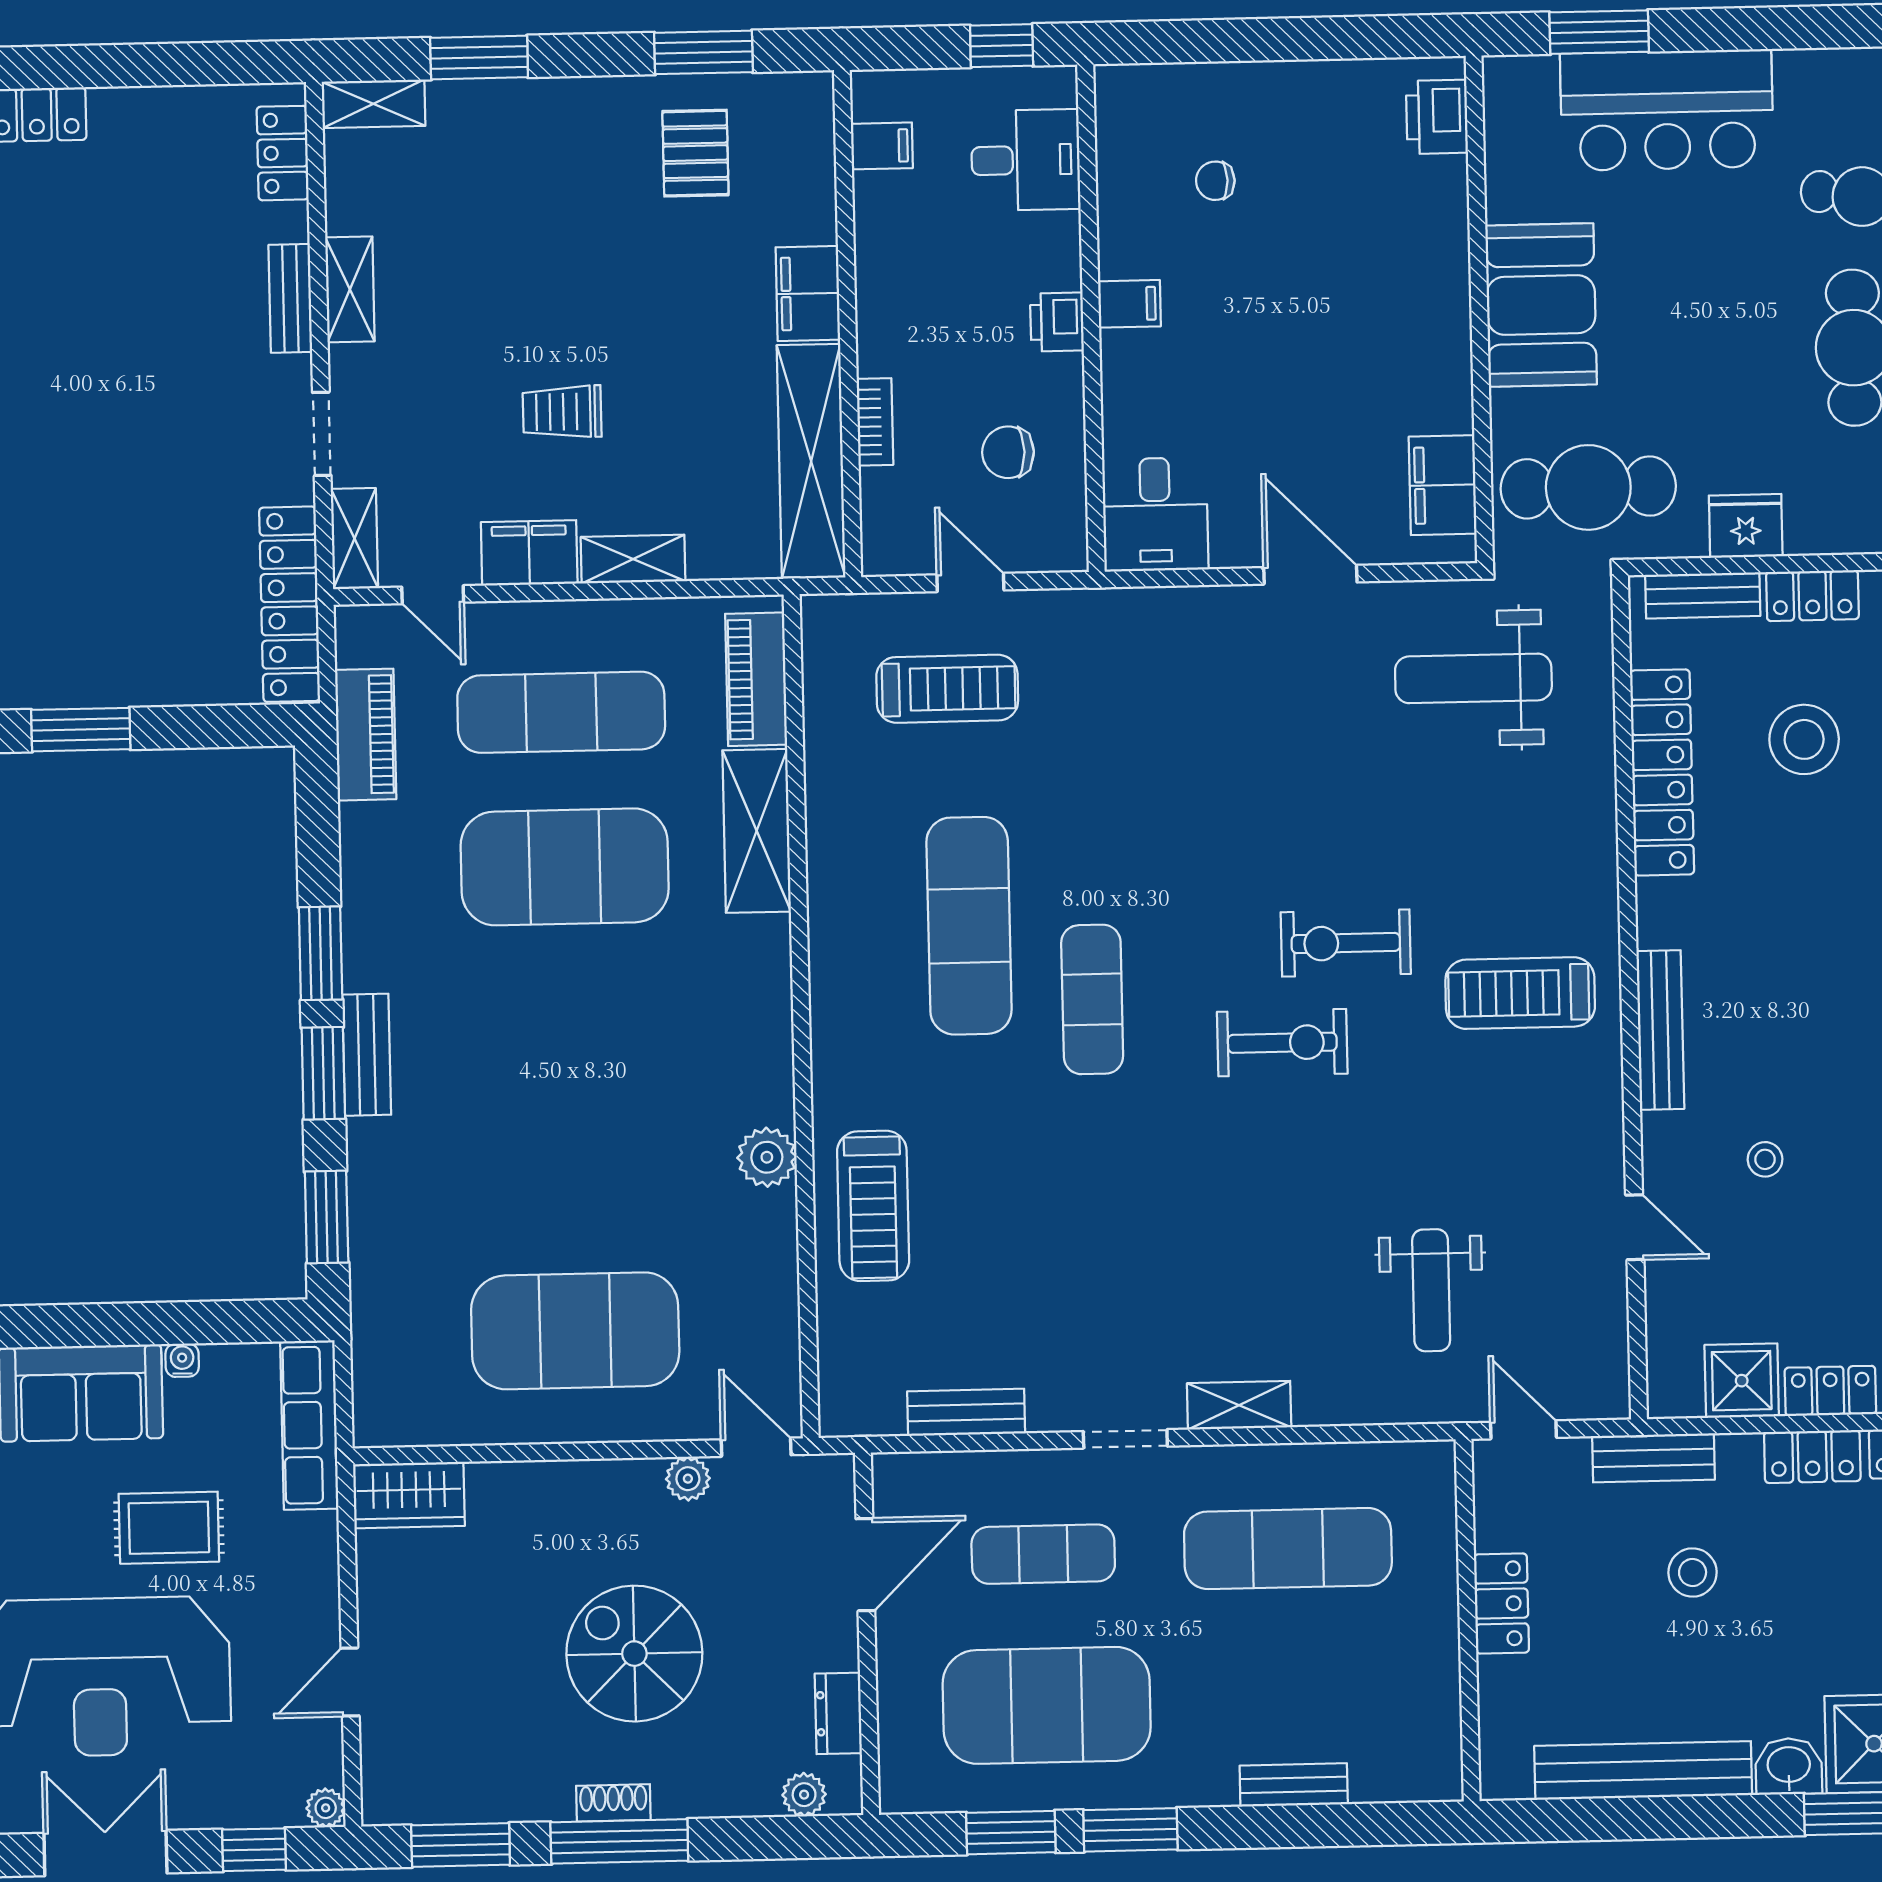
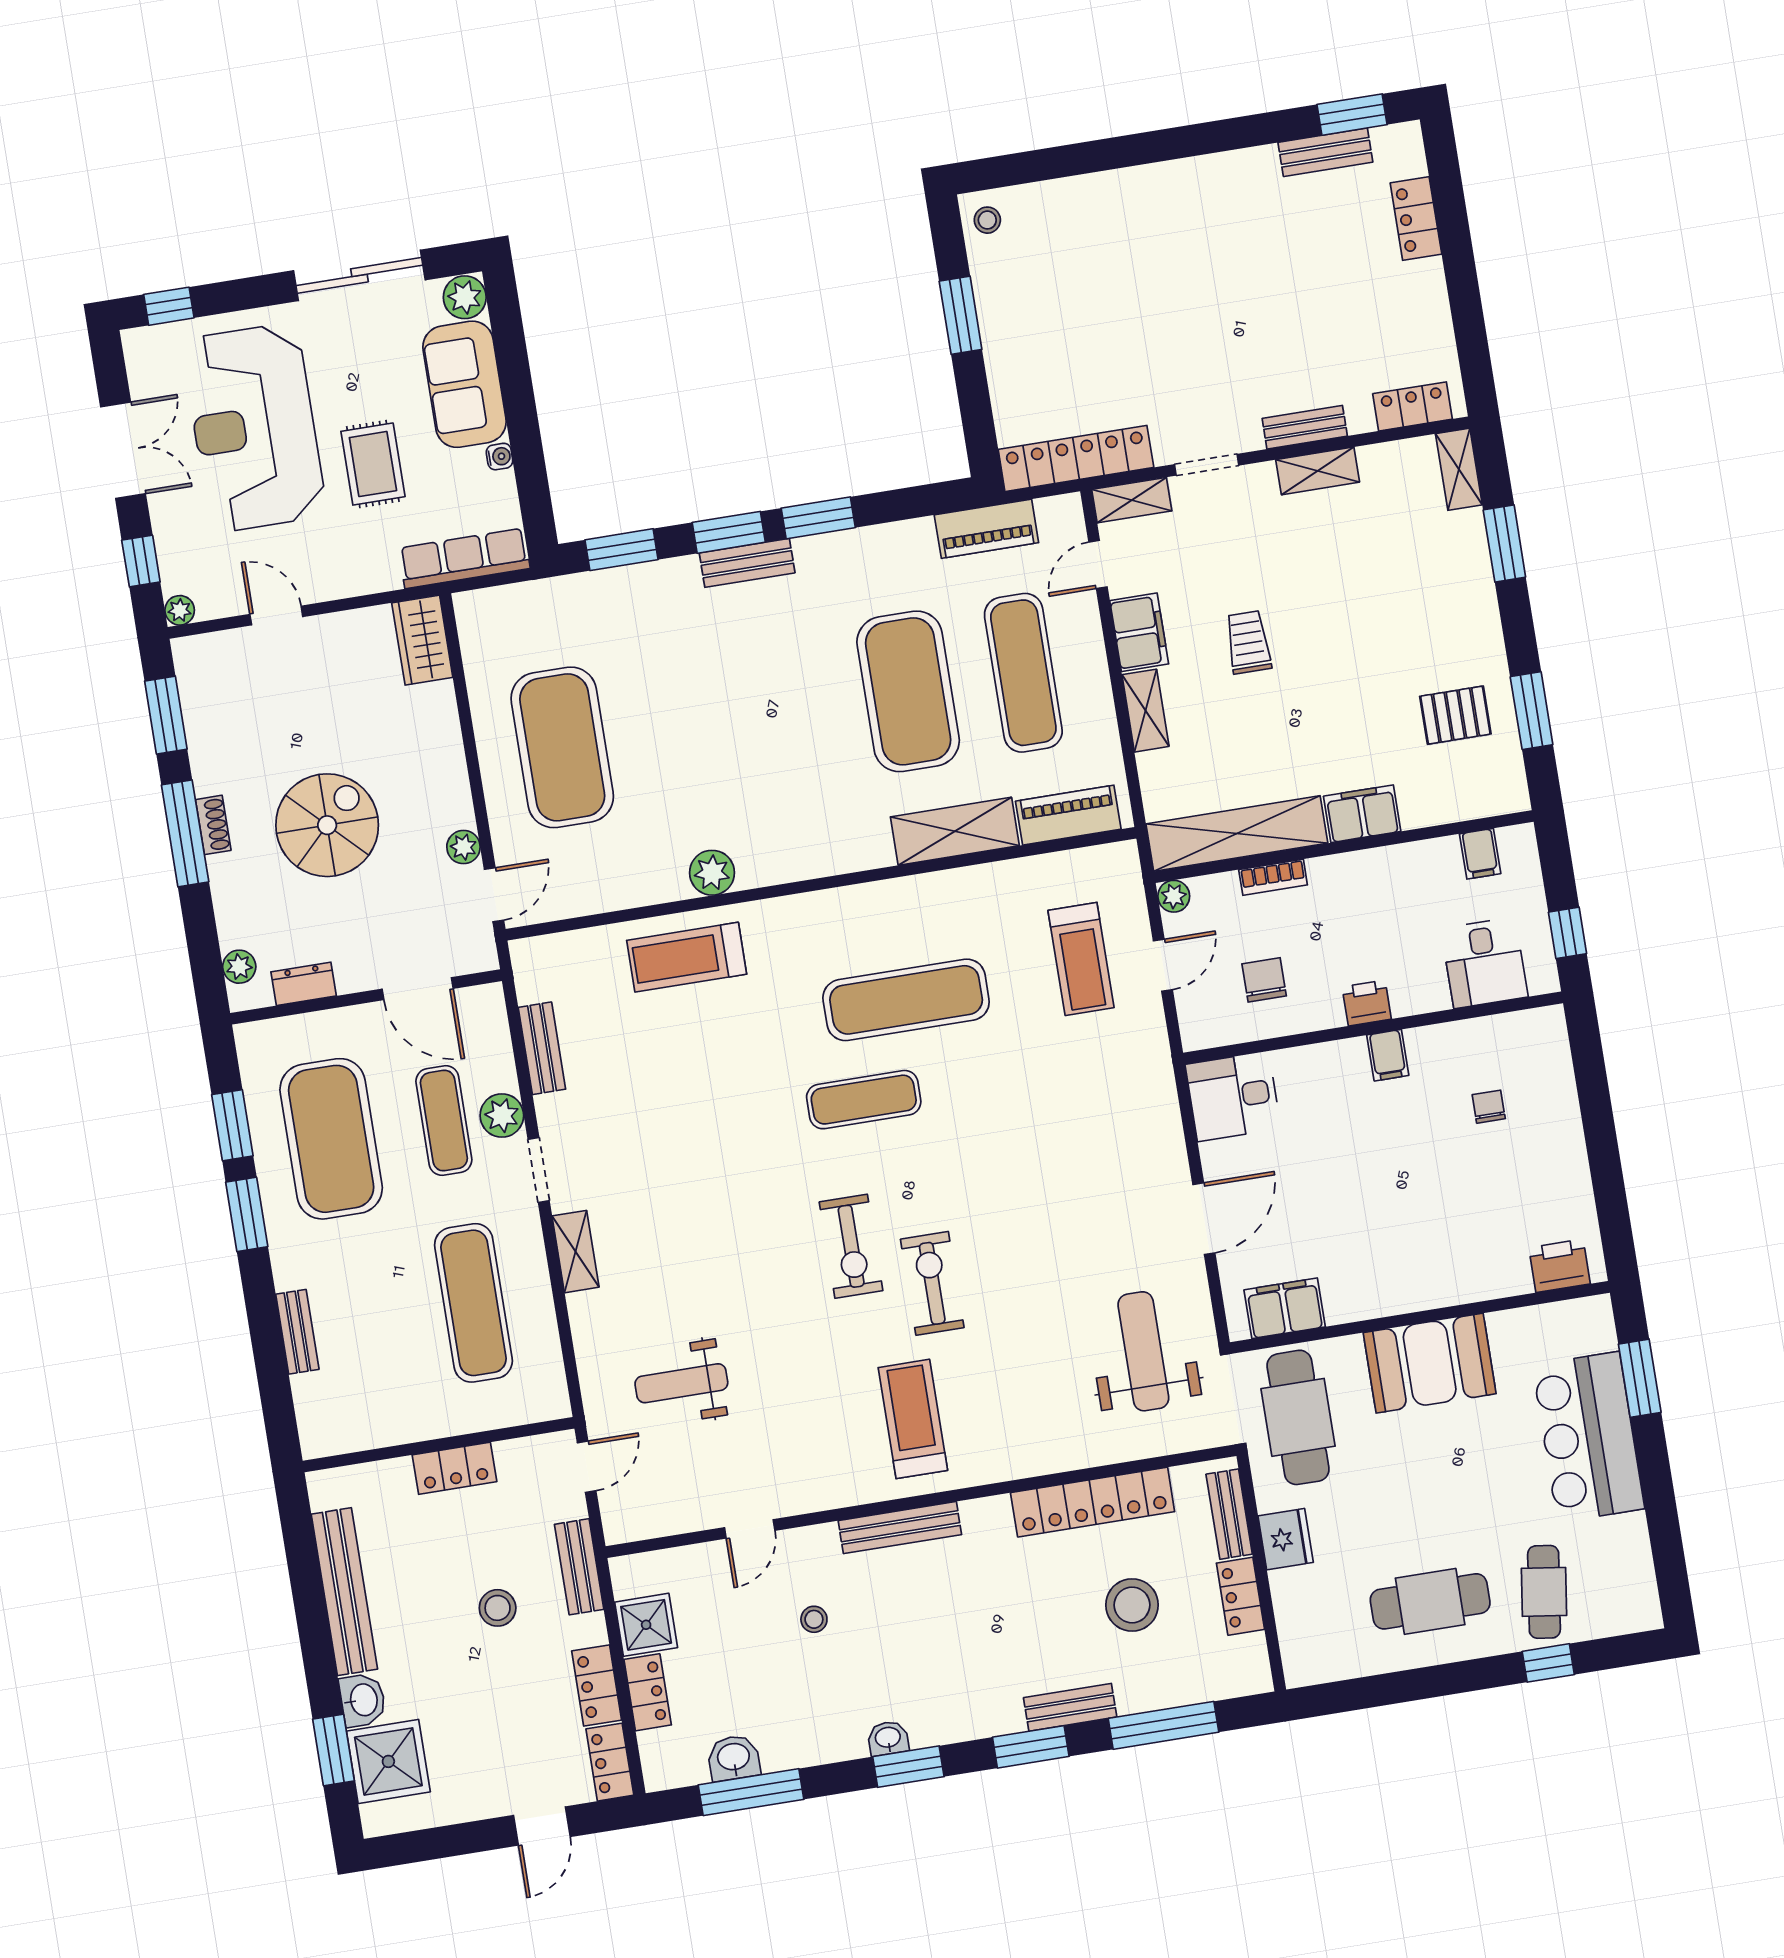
plant: (882, 556) -> (1174, 896), added
plant: (1047, 1477) -> (502, 1115), added

